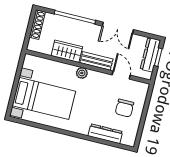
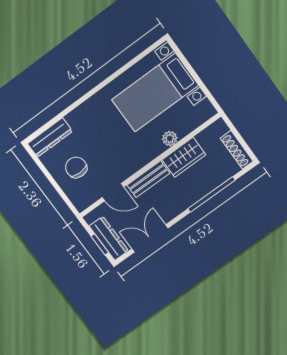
double door: (118, 28) -> (150, 238), moved
plant: (82, 73) -> (170, 138), moved
dresser: (105, 134) -> (50, 137), moved

